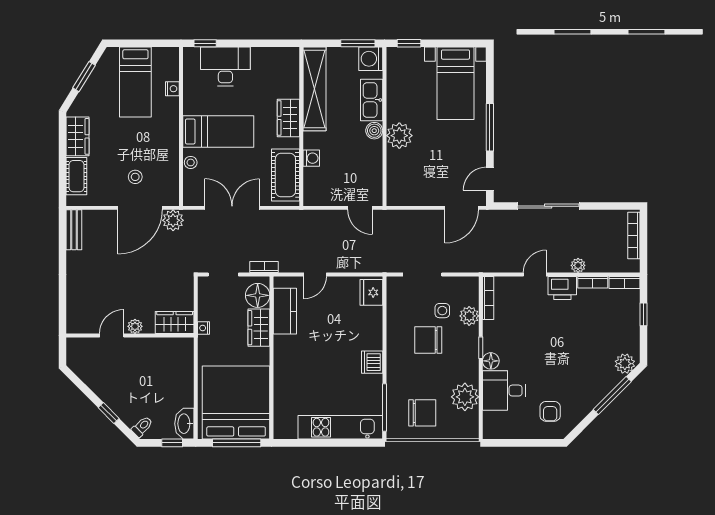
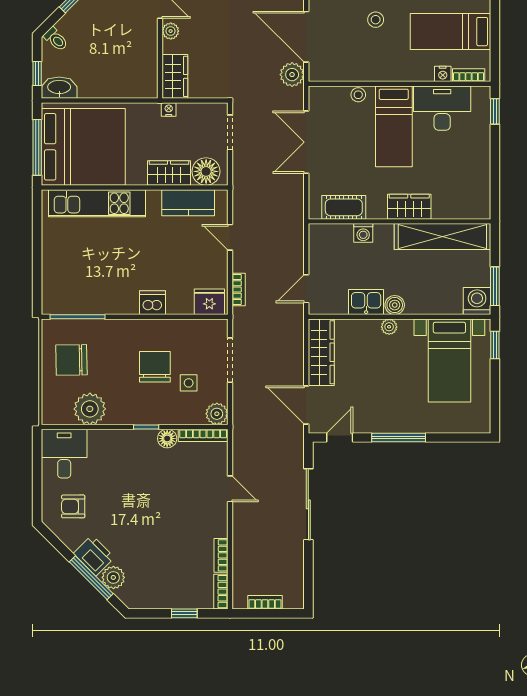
bookcase: (173, 66) -> (469, 75), added
desk: (225, 66) -> (442, 108), moved, turned -90
bed with nightstands: (455, 83) -> (449, 361), moved, turned -90
kitchen sink: (372, 100) -> (366, 302), moved, width x0.73
plant: (399, 136) -> (389, 327), width x0.53, depth x0.53
cot: (285, 175) -> (344, 207), width x0.73, depth x0.75
stool: (135, 177) -> (376, 20), moved
door: (490, 179) -> (340, 438), hinge flipped
wardrobe: (415, 195) -> (321, 352), added
double door: (232, 208) -> (306, 142), swing flipped
bookcase: (634, 236) -> (265, 602), width x0.64
plant: (578, 265) -> (240, 538), removed
bookcase: (264, 267) -> (239, 289), moved
printer: (562, 288) -> (94, 555), moved, turned 135
plant: (469, 316) -> (217, 414), moved
floor lamp: (491, 361) -> (167, 439), moved
dishwasher: (372, 362) -> (153, 303), moved
plant: (625, 364) -> (113, 577), moved
desk: (504, 391) -> (64, 454), moved
chair: (422, 413) -> (71, 360), turned 89
kitchen unit: (340, 427) -> (97, 203), moved, turned 90

